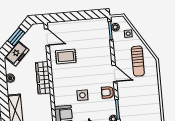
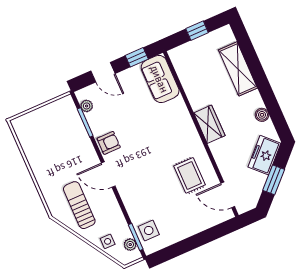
rug: (66, 56) -> (190, 175), turned 90
wardrobe: (43, 78) -> (209, 124), width x0.67
side table: (82, 95) -> (149, 230), moved

